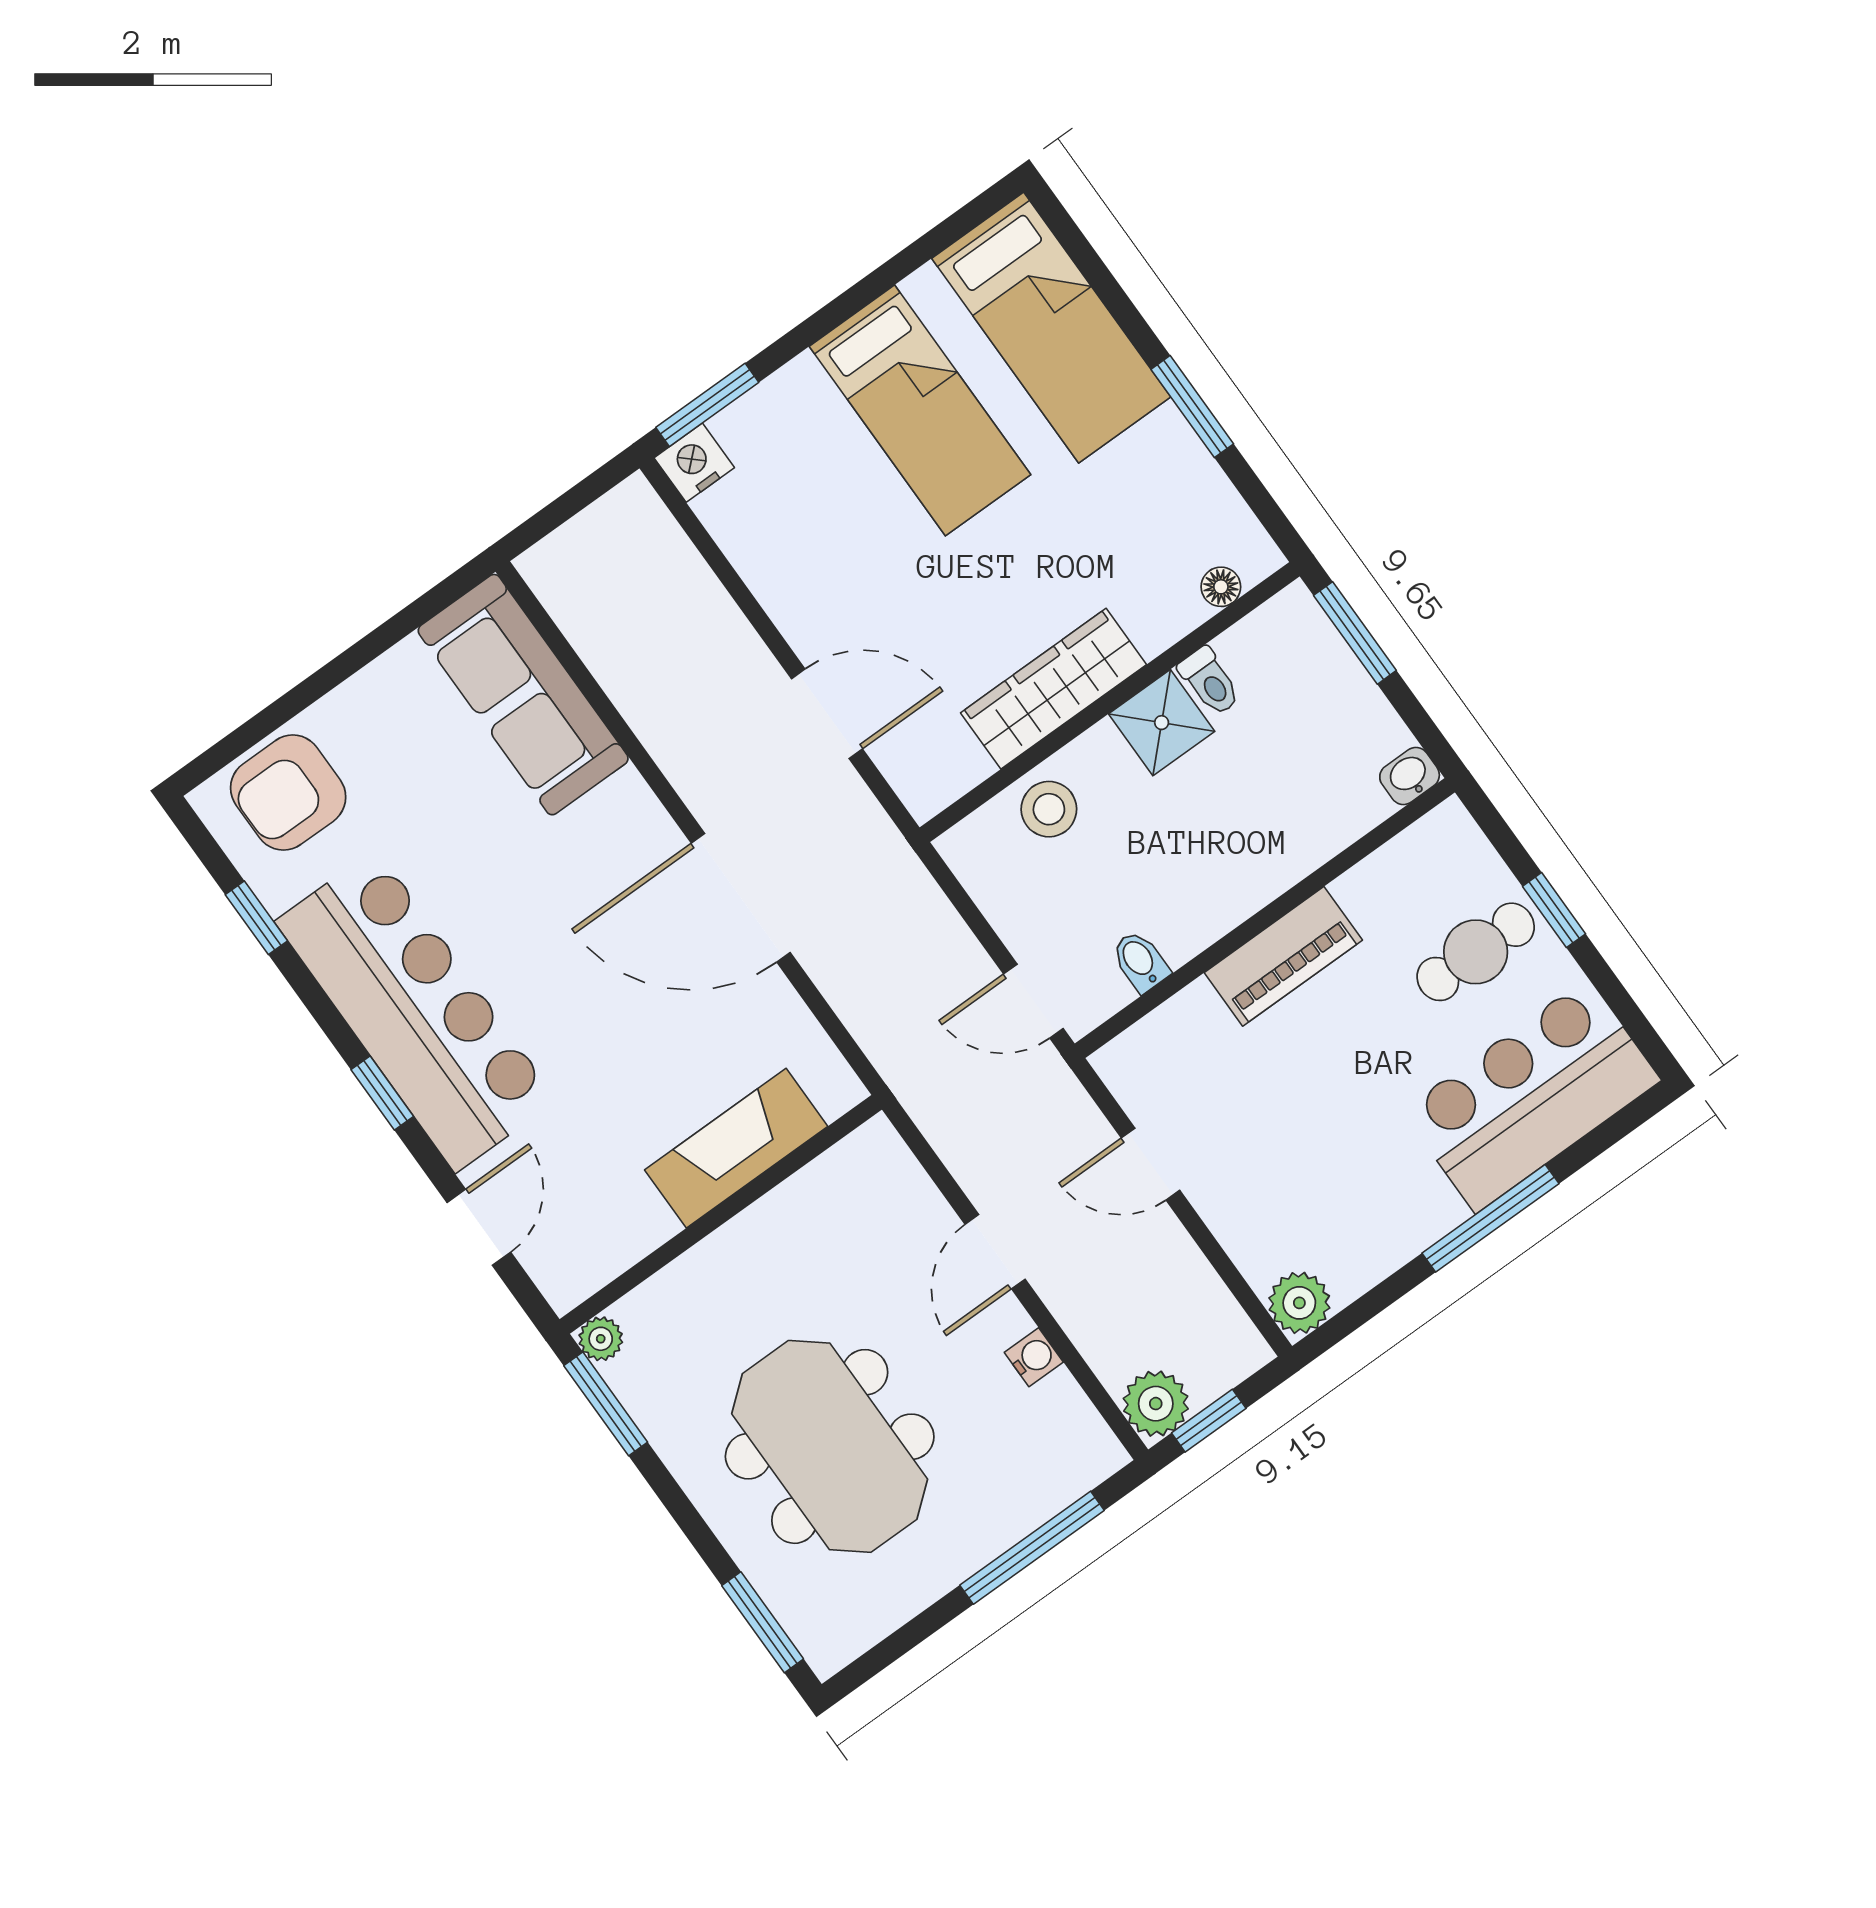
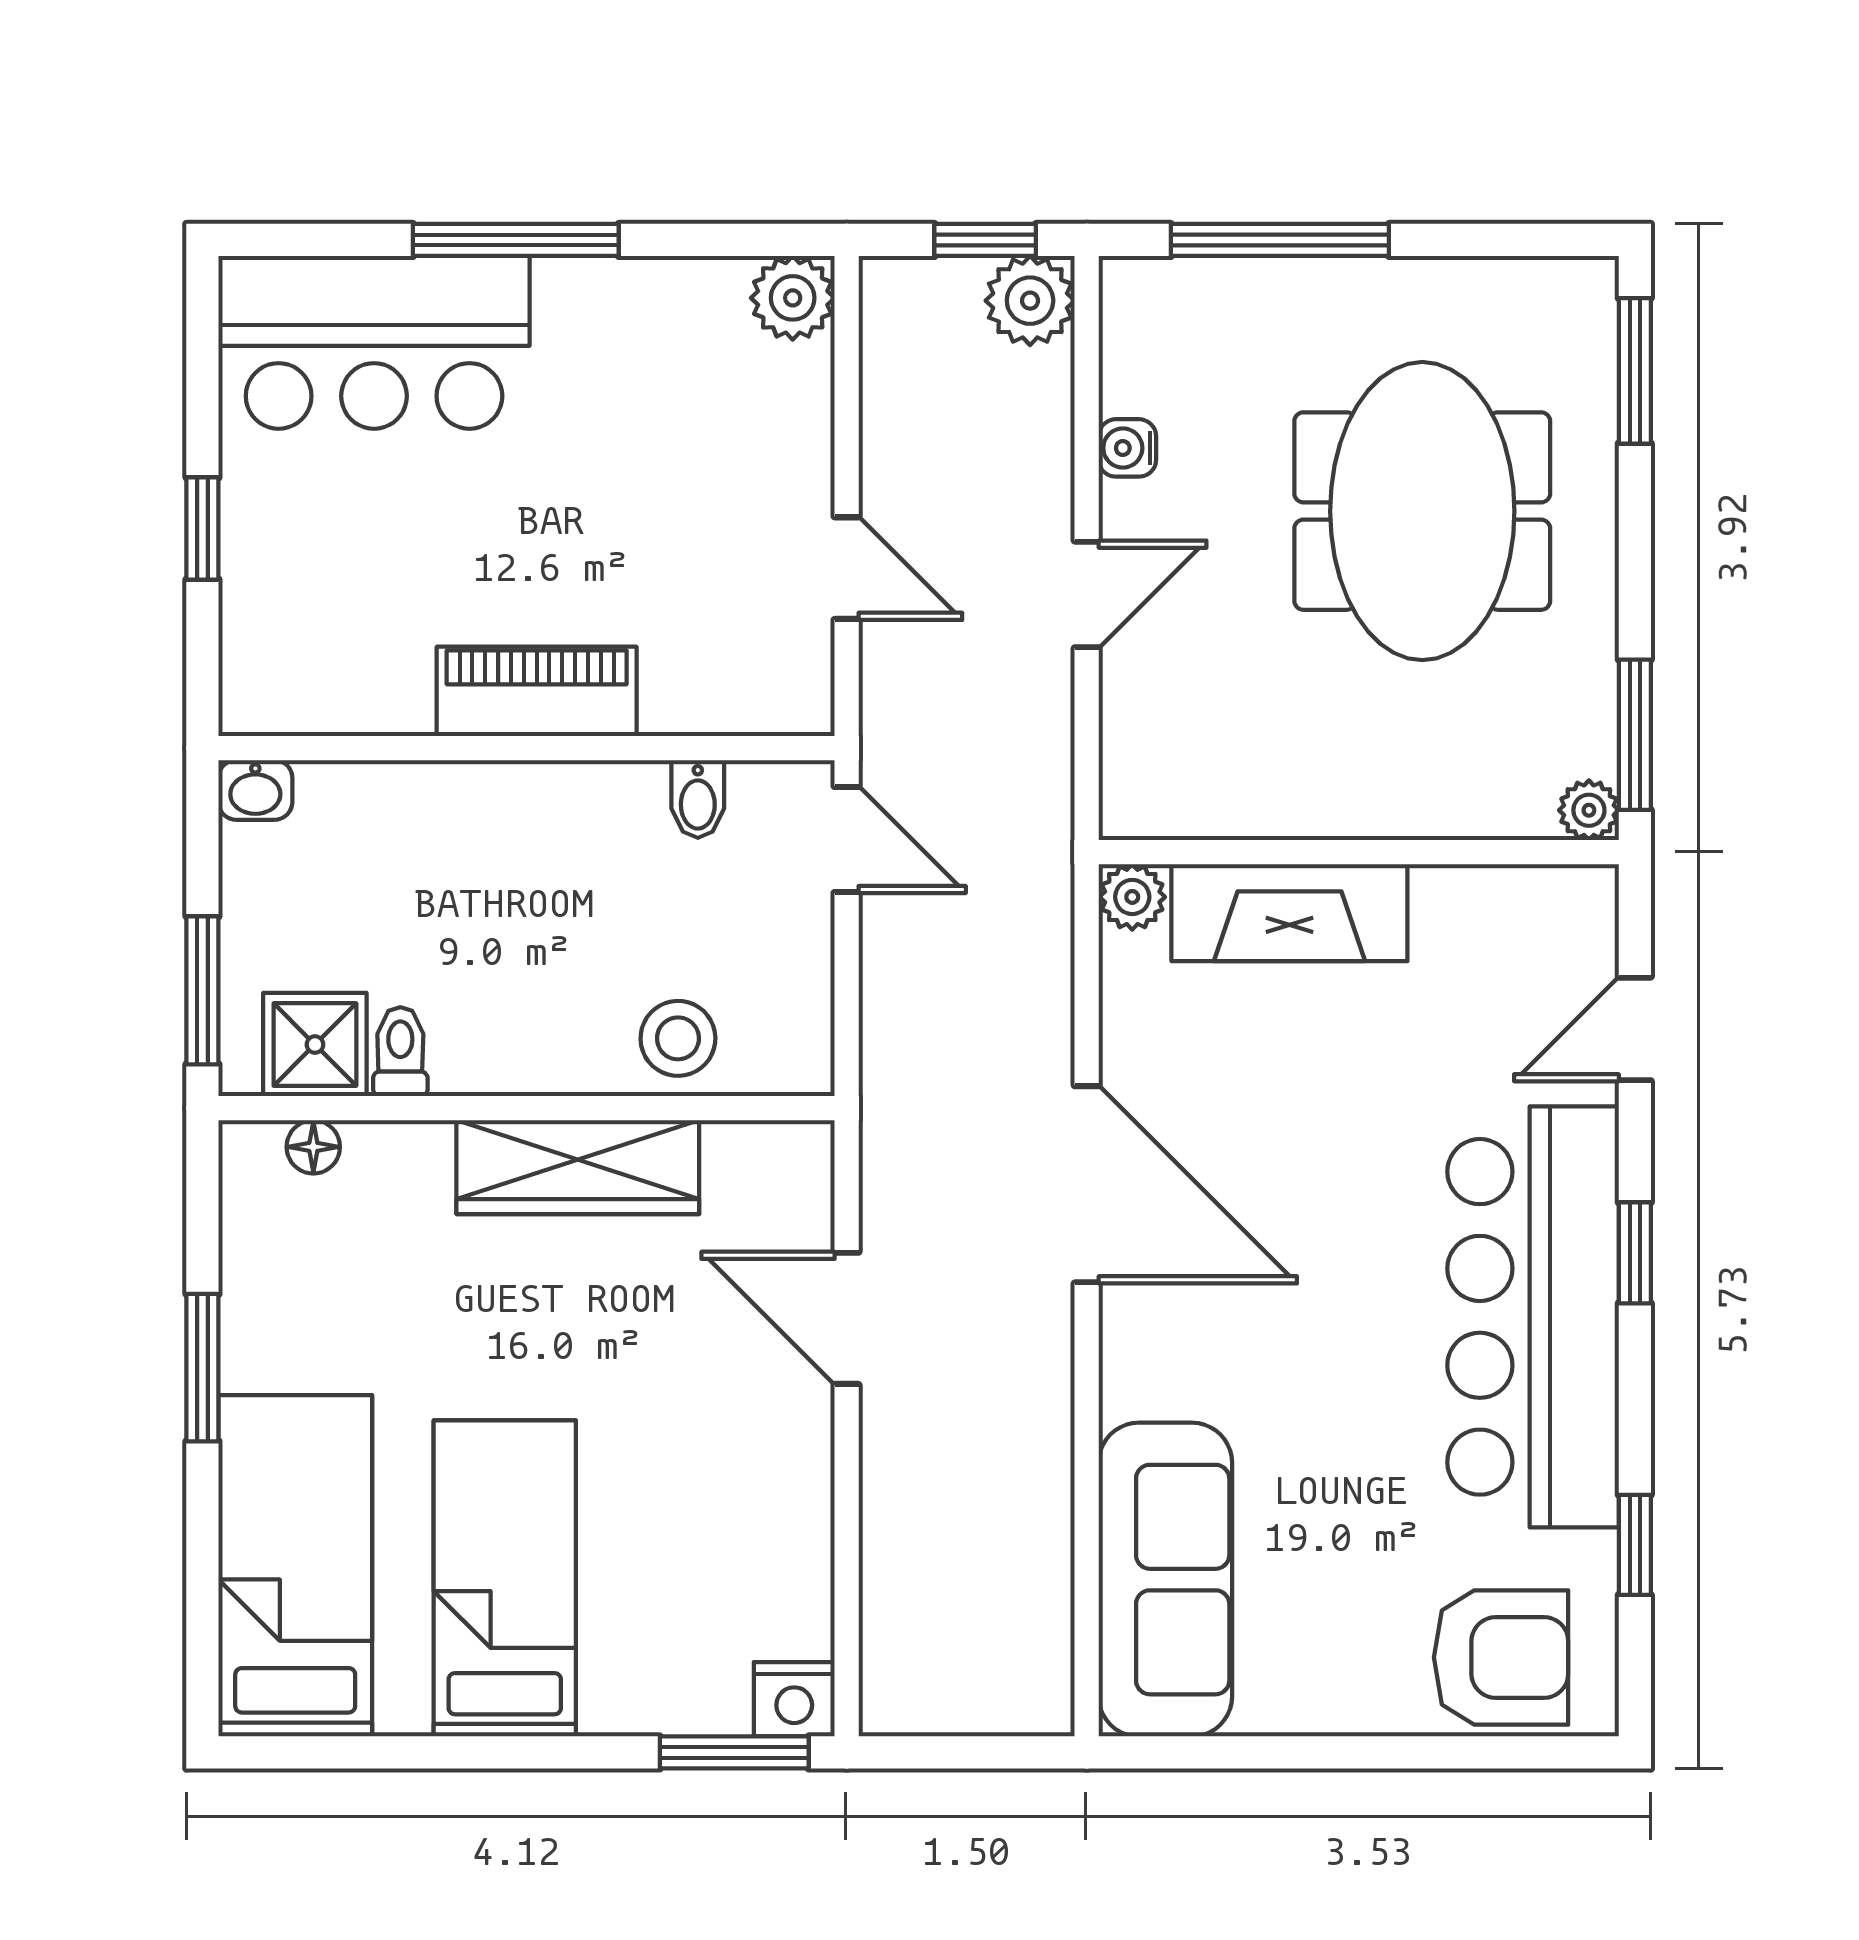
shower: (1162, 723) -> (315, 1045), moved
cafe table: (1476, 952) -> (322, 544), removed
plant: (837, 1090) -> (1132, 897), added

